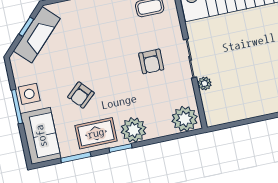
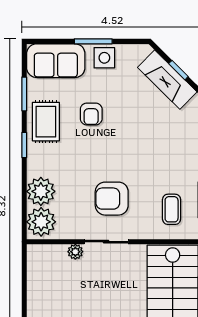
armchair: (151, 61) -> (112, 199), width x1.38, depth x1.38
armchair: (81, 95) -> (91, 114), turned -138
plant: (134, 130) -> (41, 191), moved

